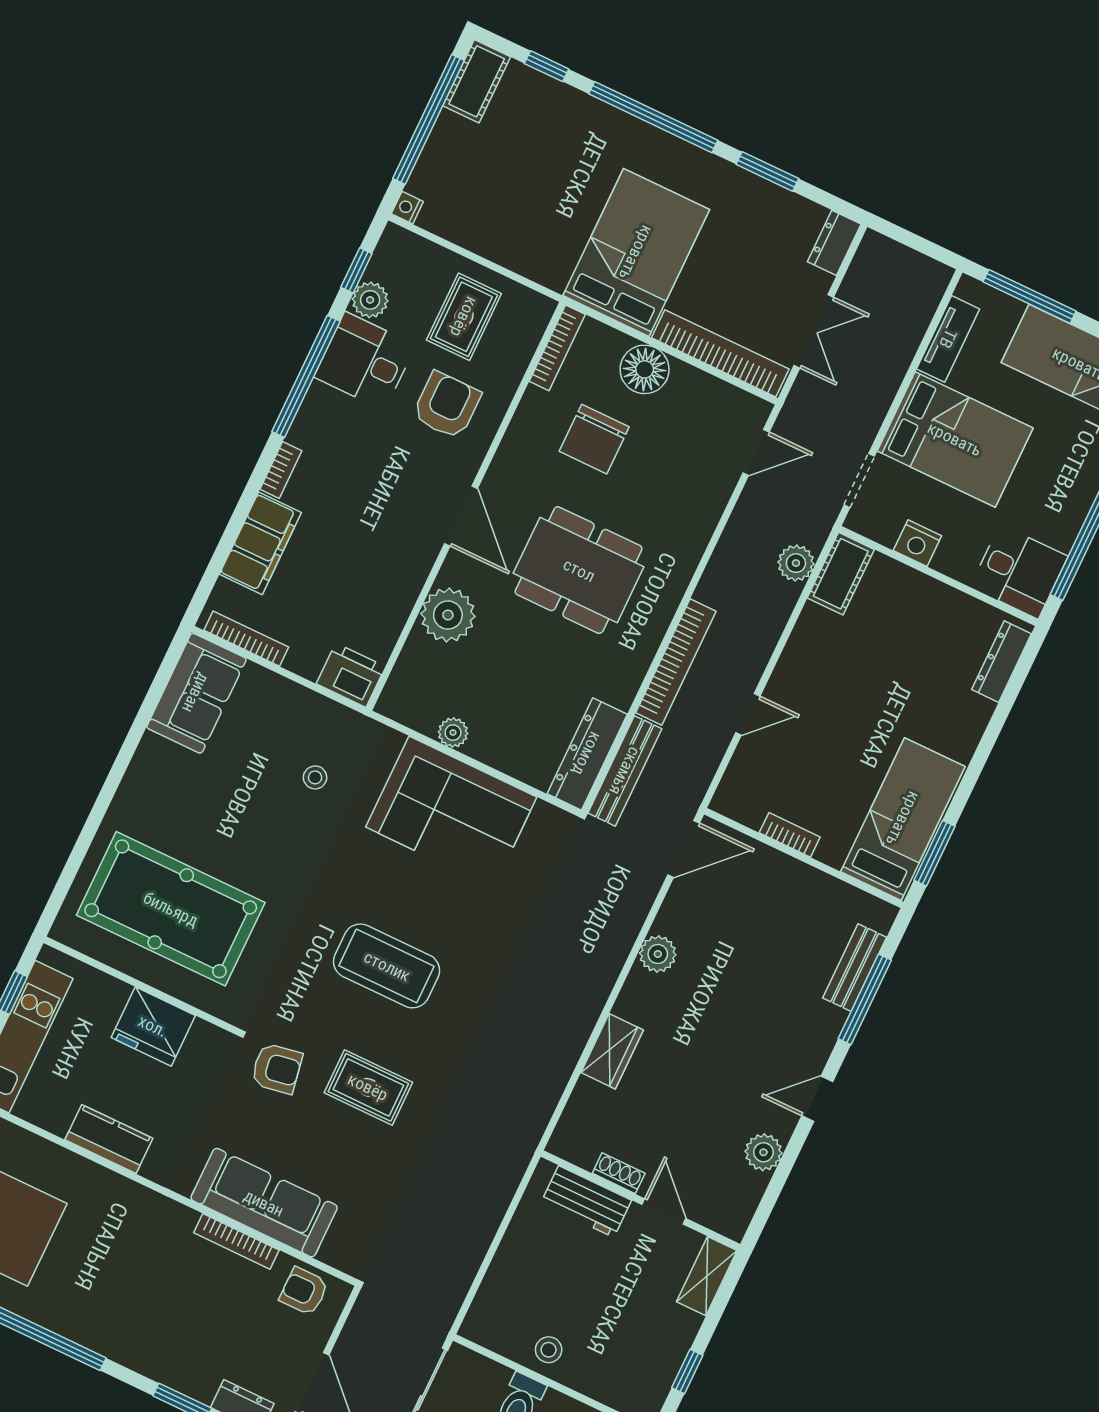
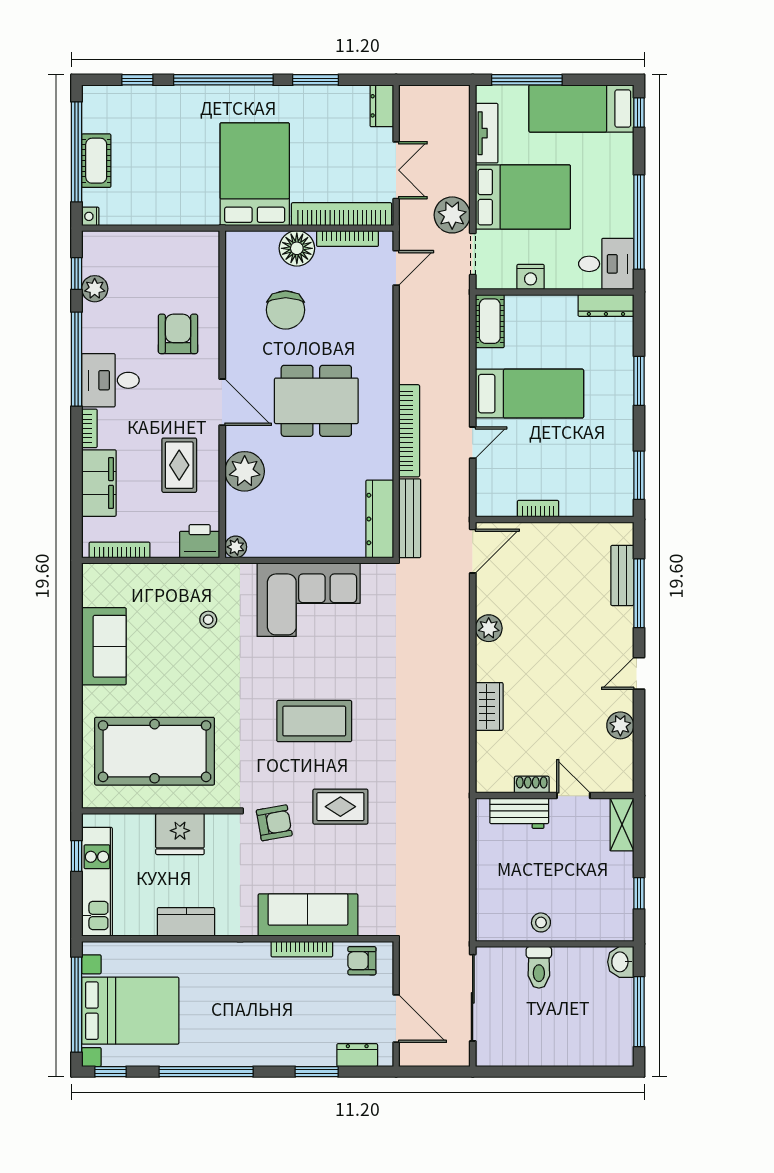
cot: (477, 81) -> (96, 161), moved
rug: (464, 317) -> (179, 465), moved
bookcase: (557, 348) -> (347, 239), moved, turned 90
desk: (365, 361) -> (110, 380), moved
plant: (796, 563) -> (452, 215), moved, width x1.36, depth x1.36
dresser: (1001, 662) -> (606, 305), moved, turned -90
sofa: (196, 693) -> (104, 646), moved
plant: (453, 733) -> (236, 547), moved
window: (990, 736) -> (639, 381), added
bed: (903, 819) -> (529, 394), moved, turned 90

